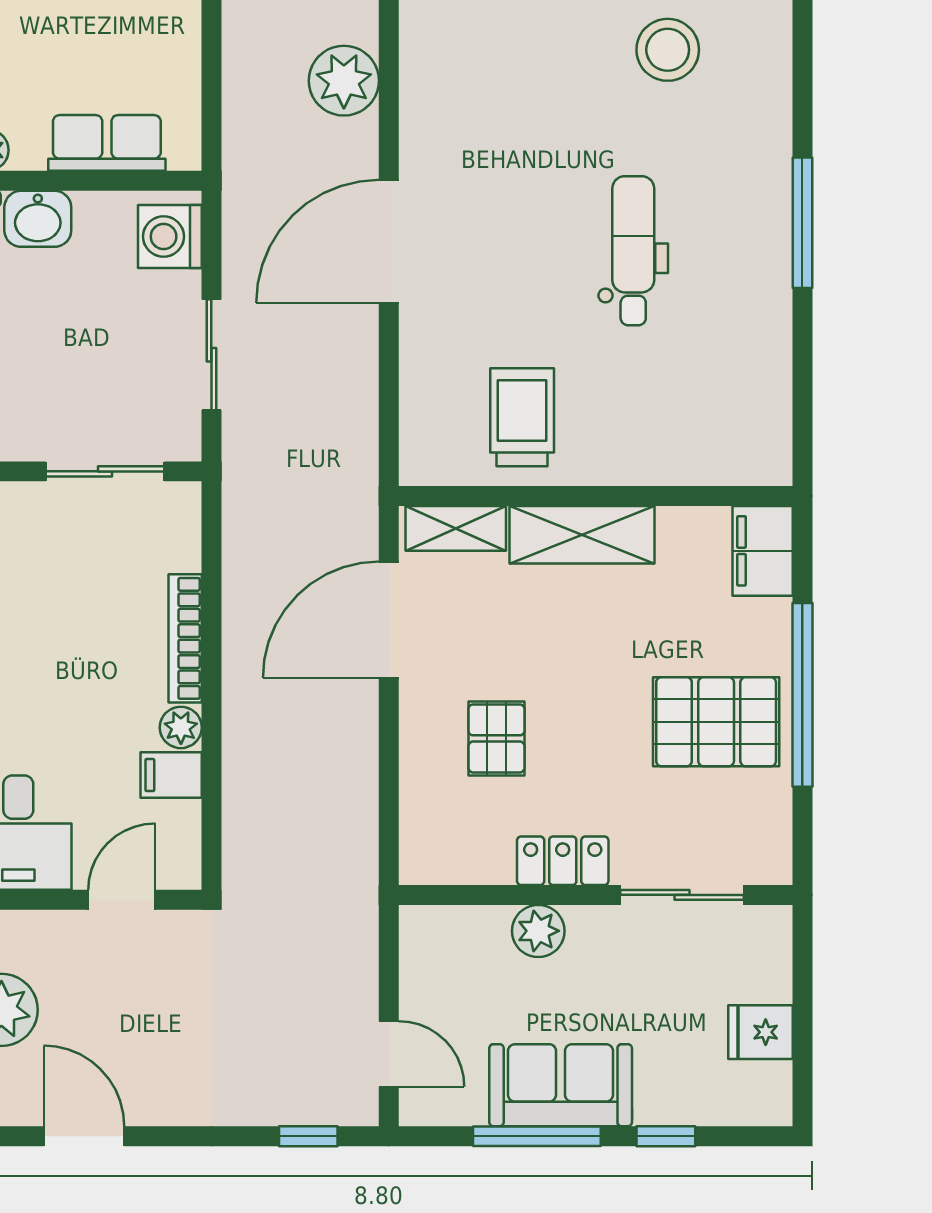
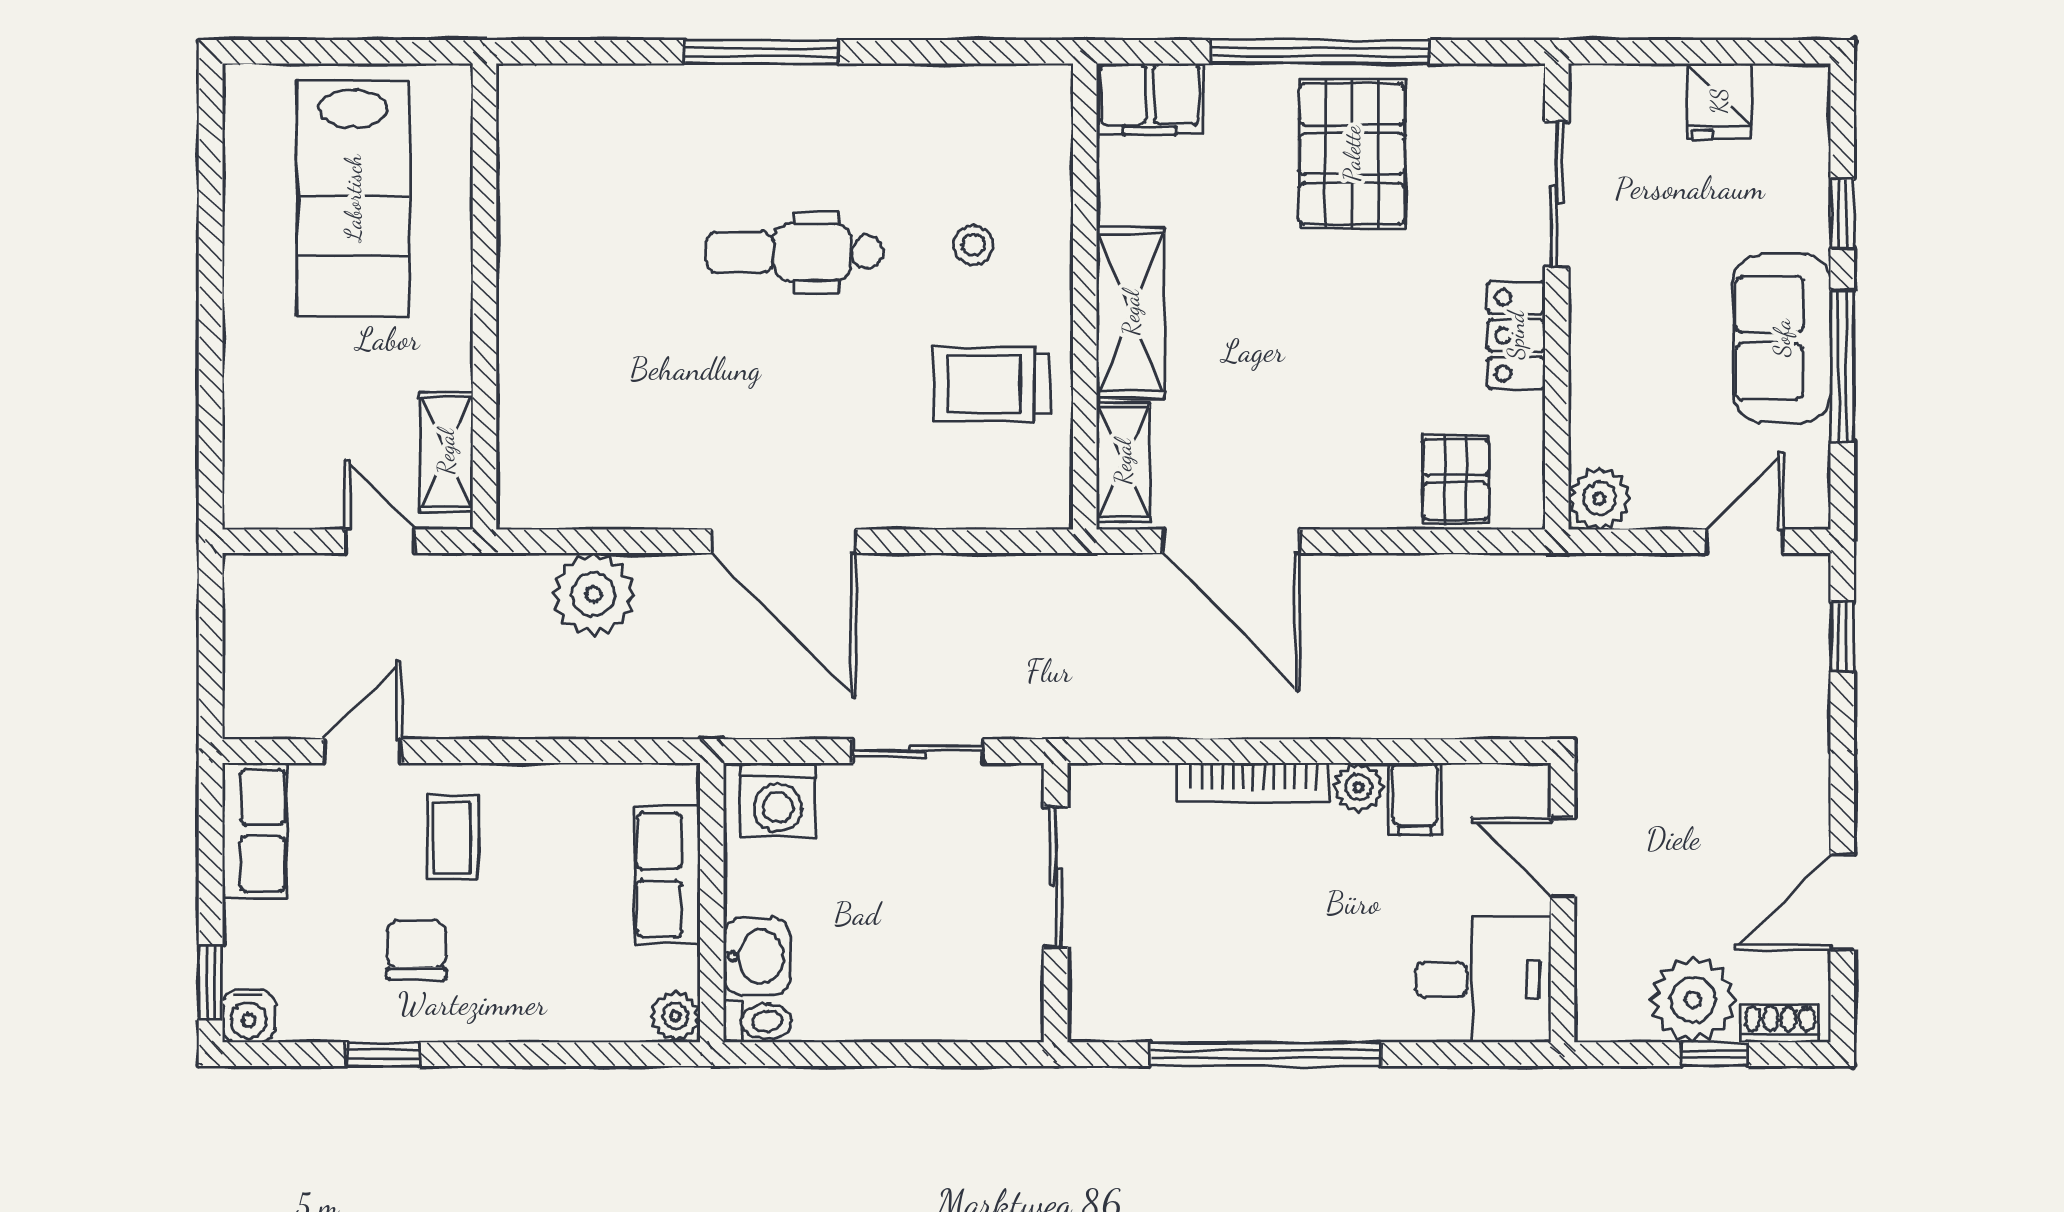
stool: (668, 50) -> (973, 245), moved, width x0.53, depth x0.53
pallet: (496, 738) -> (1456, 479), moved, turned 90
plant: (538, 931) -> (1599, 499), moved

